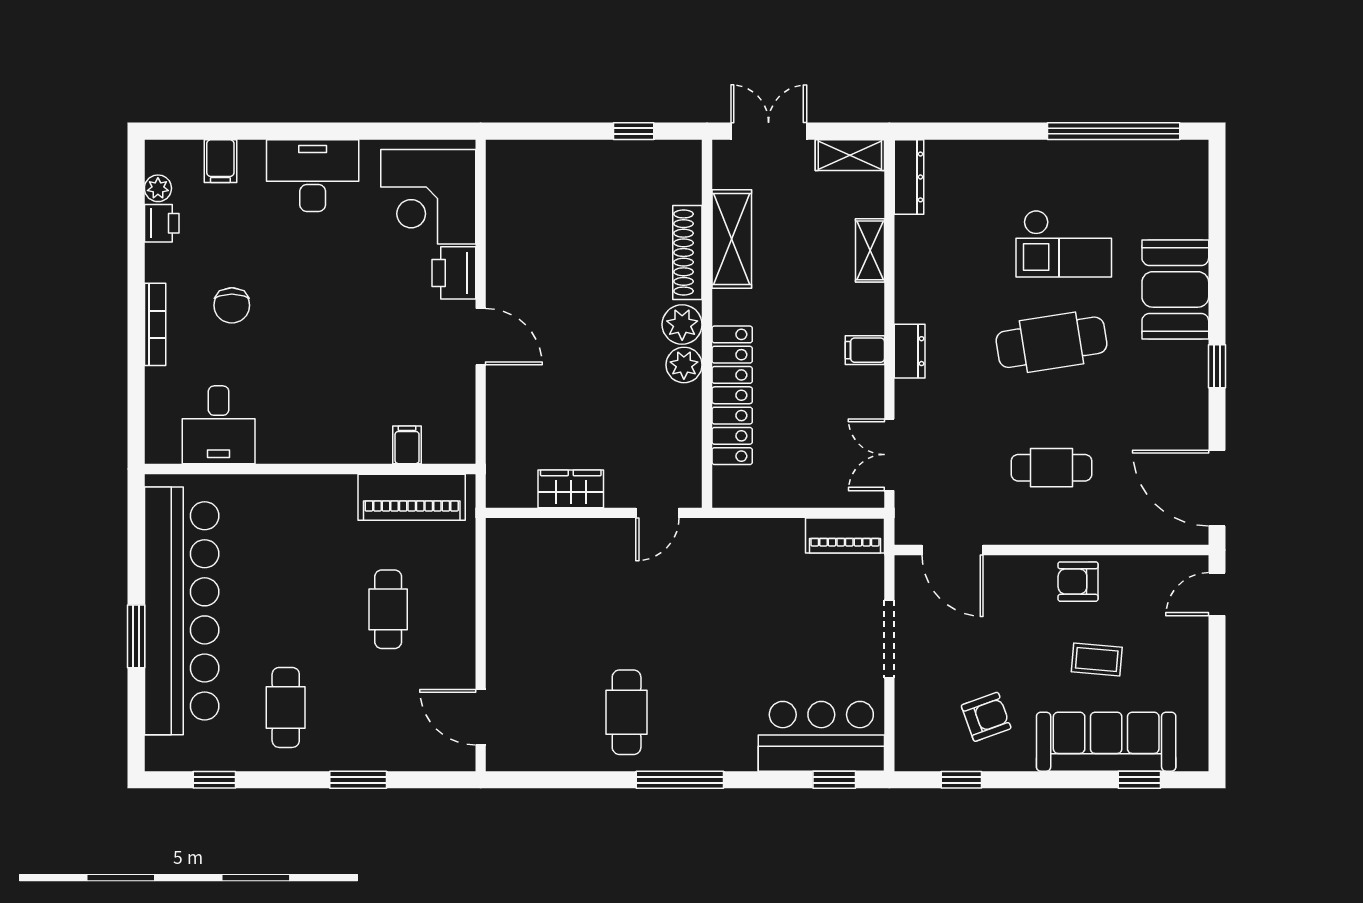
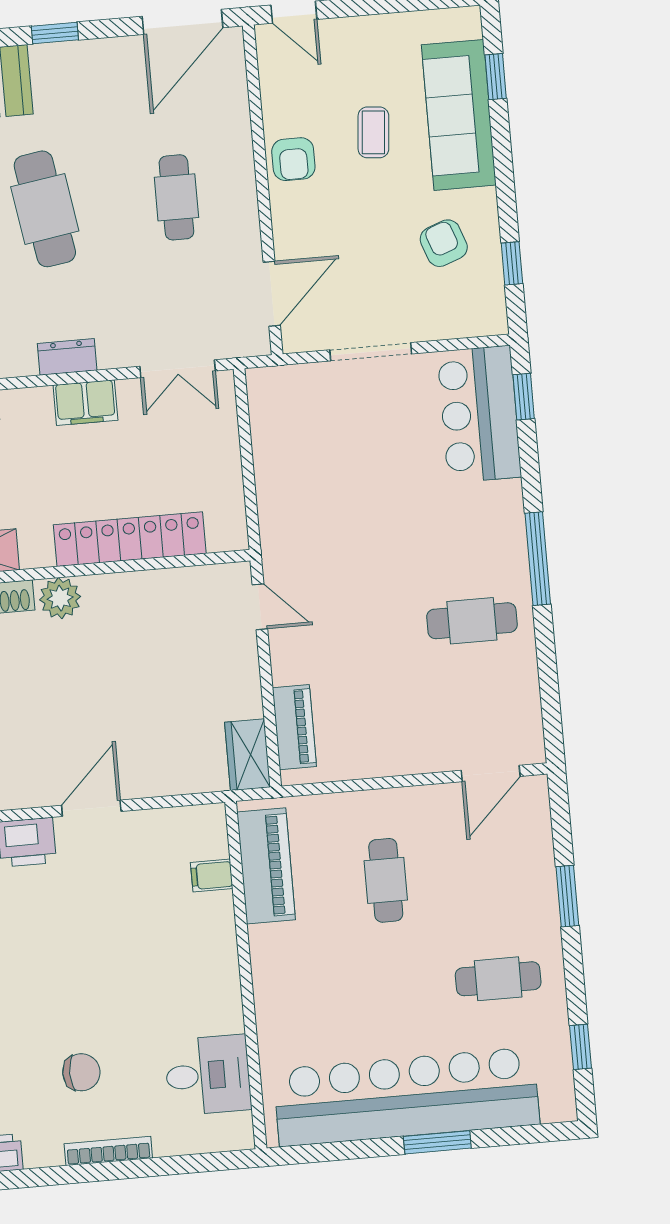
filing cabinet: (865, 350) -> (85, 403), width x2.00
plant: (684, 365) -> (102, 592), removed
wardrobe: (571, 489) -> (247, 755), moved
piano: (845, 535) -> (294, 727), moved
cafe table: (388, 609) -> (386, 880), turned 90

